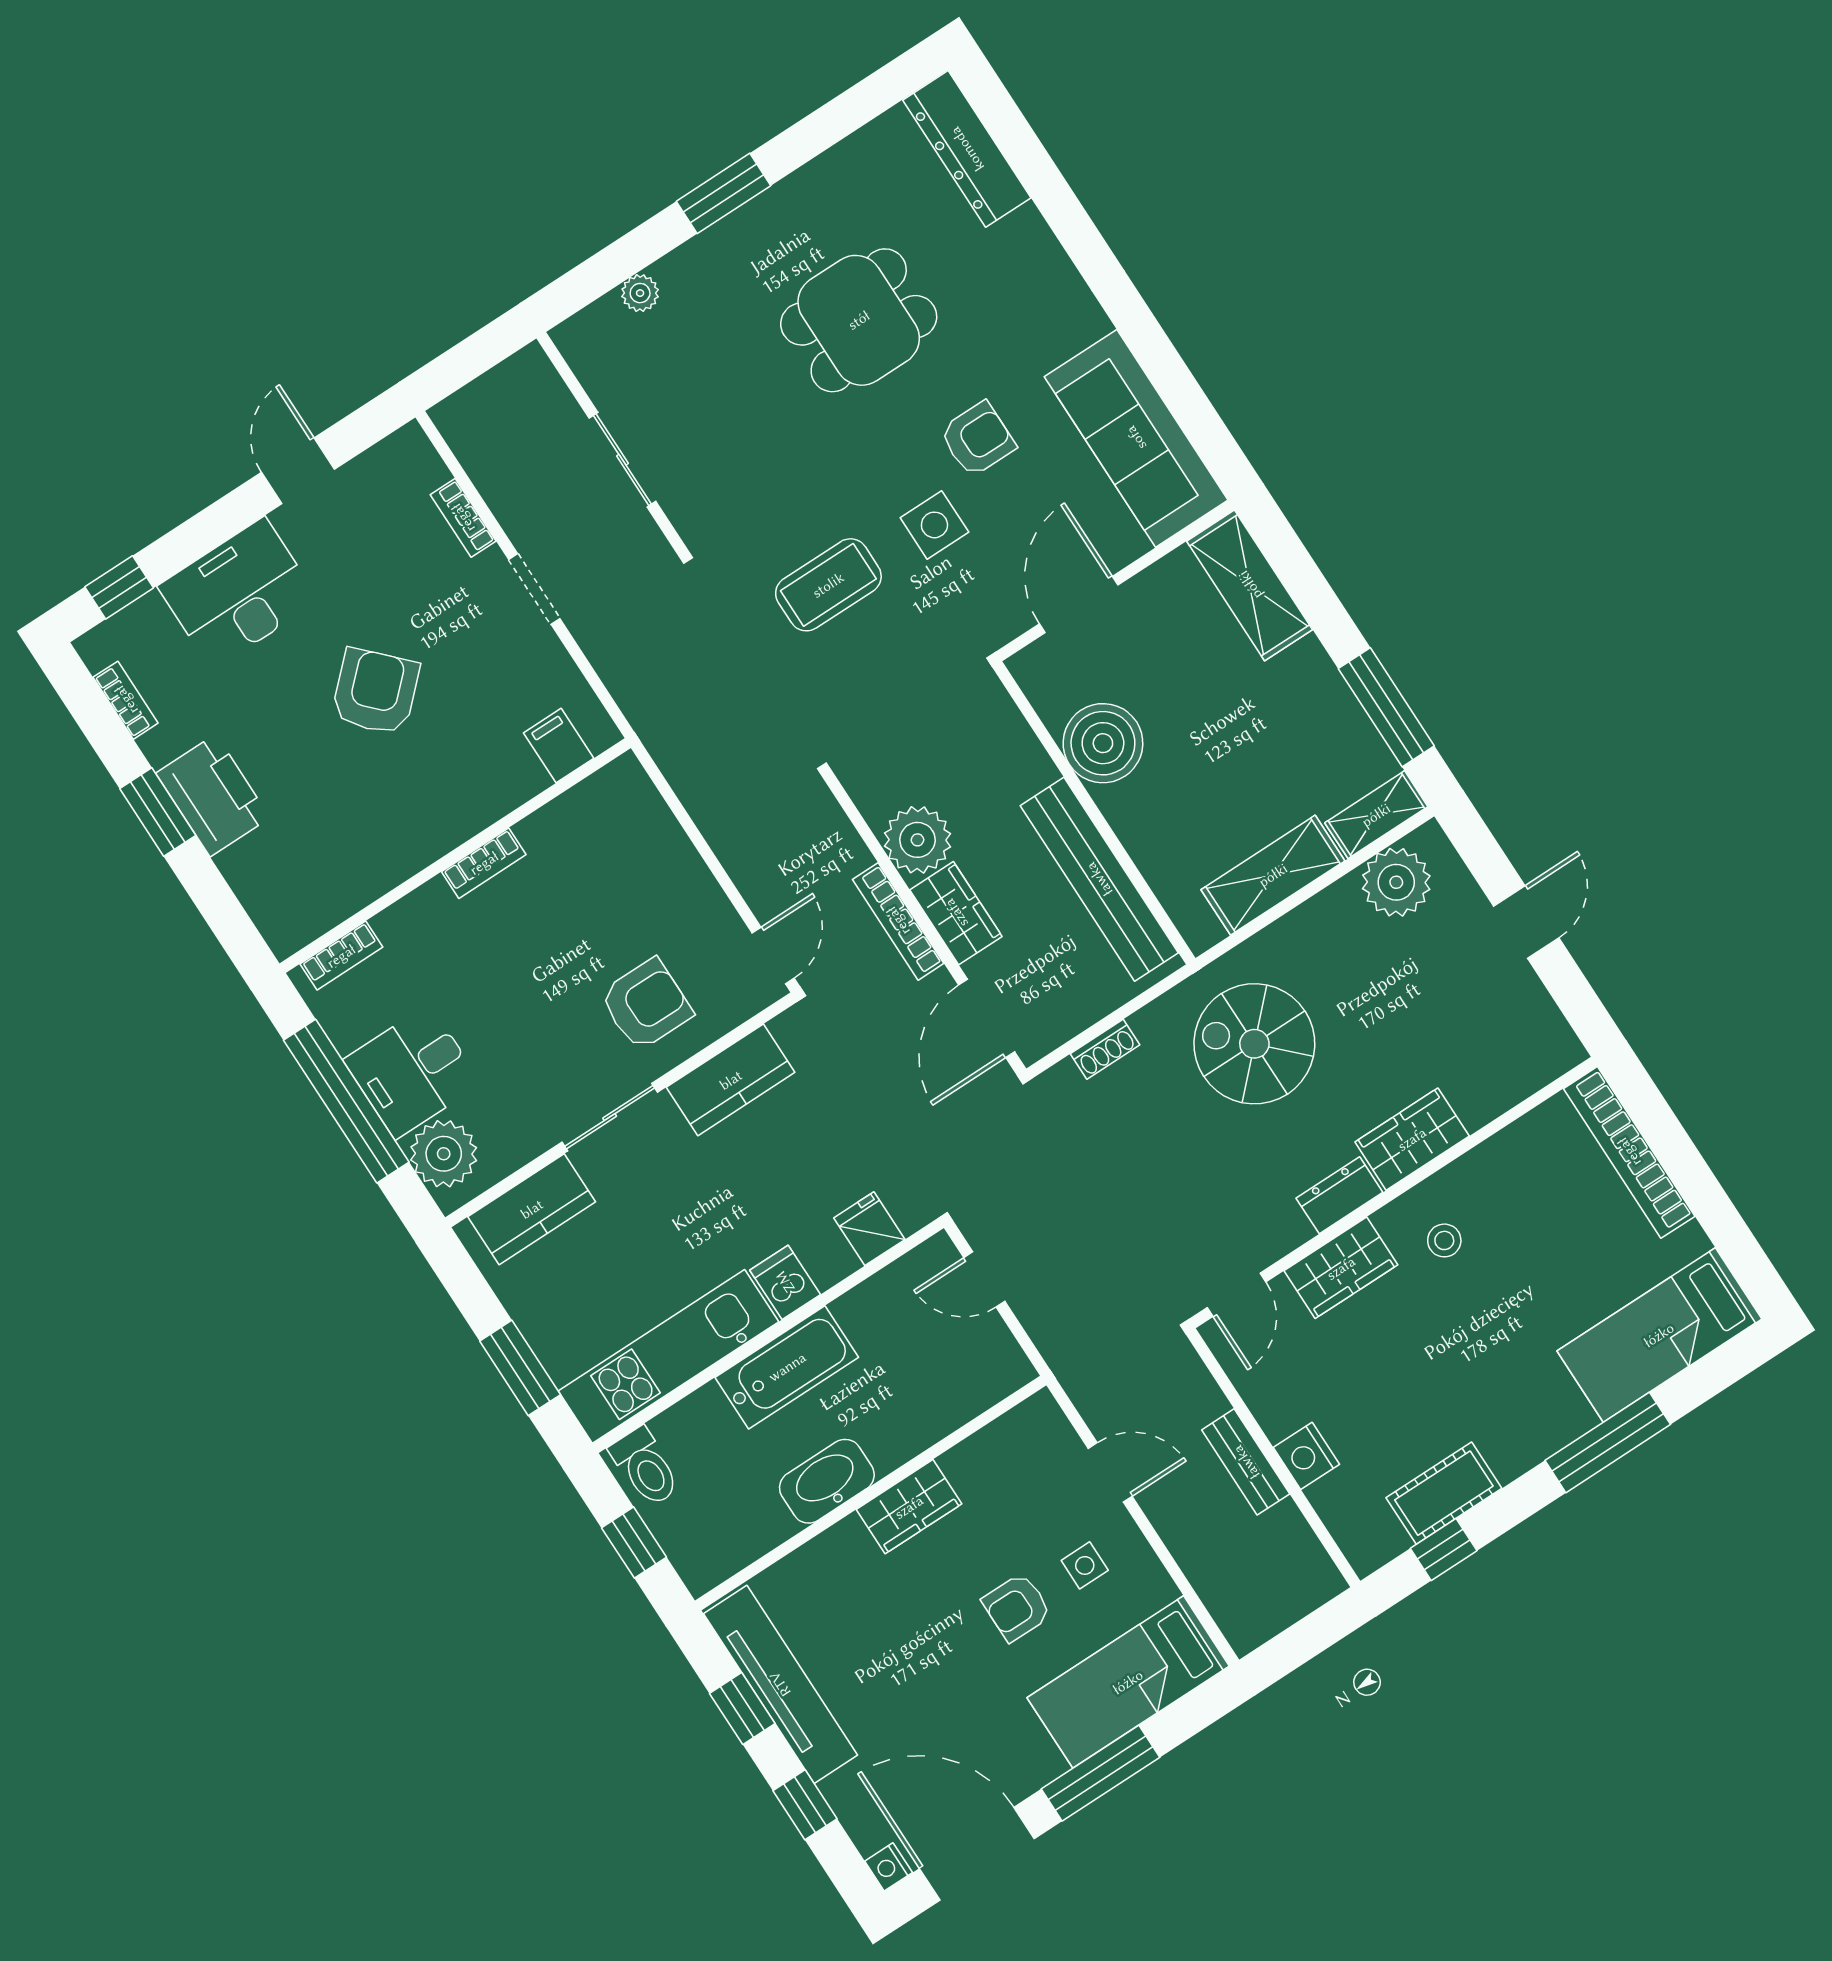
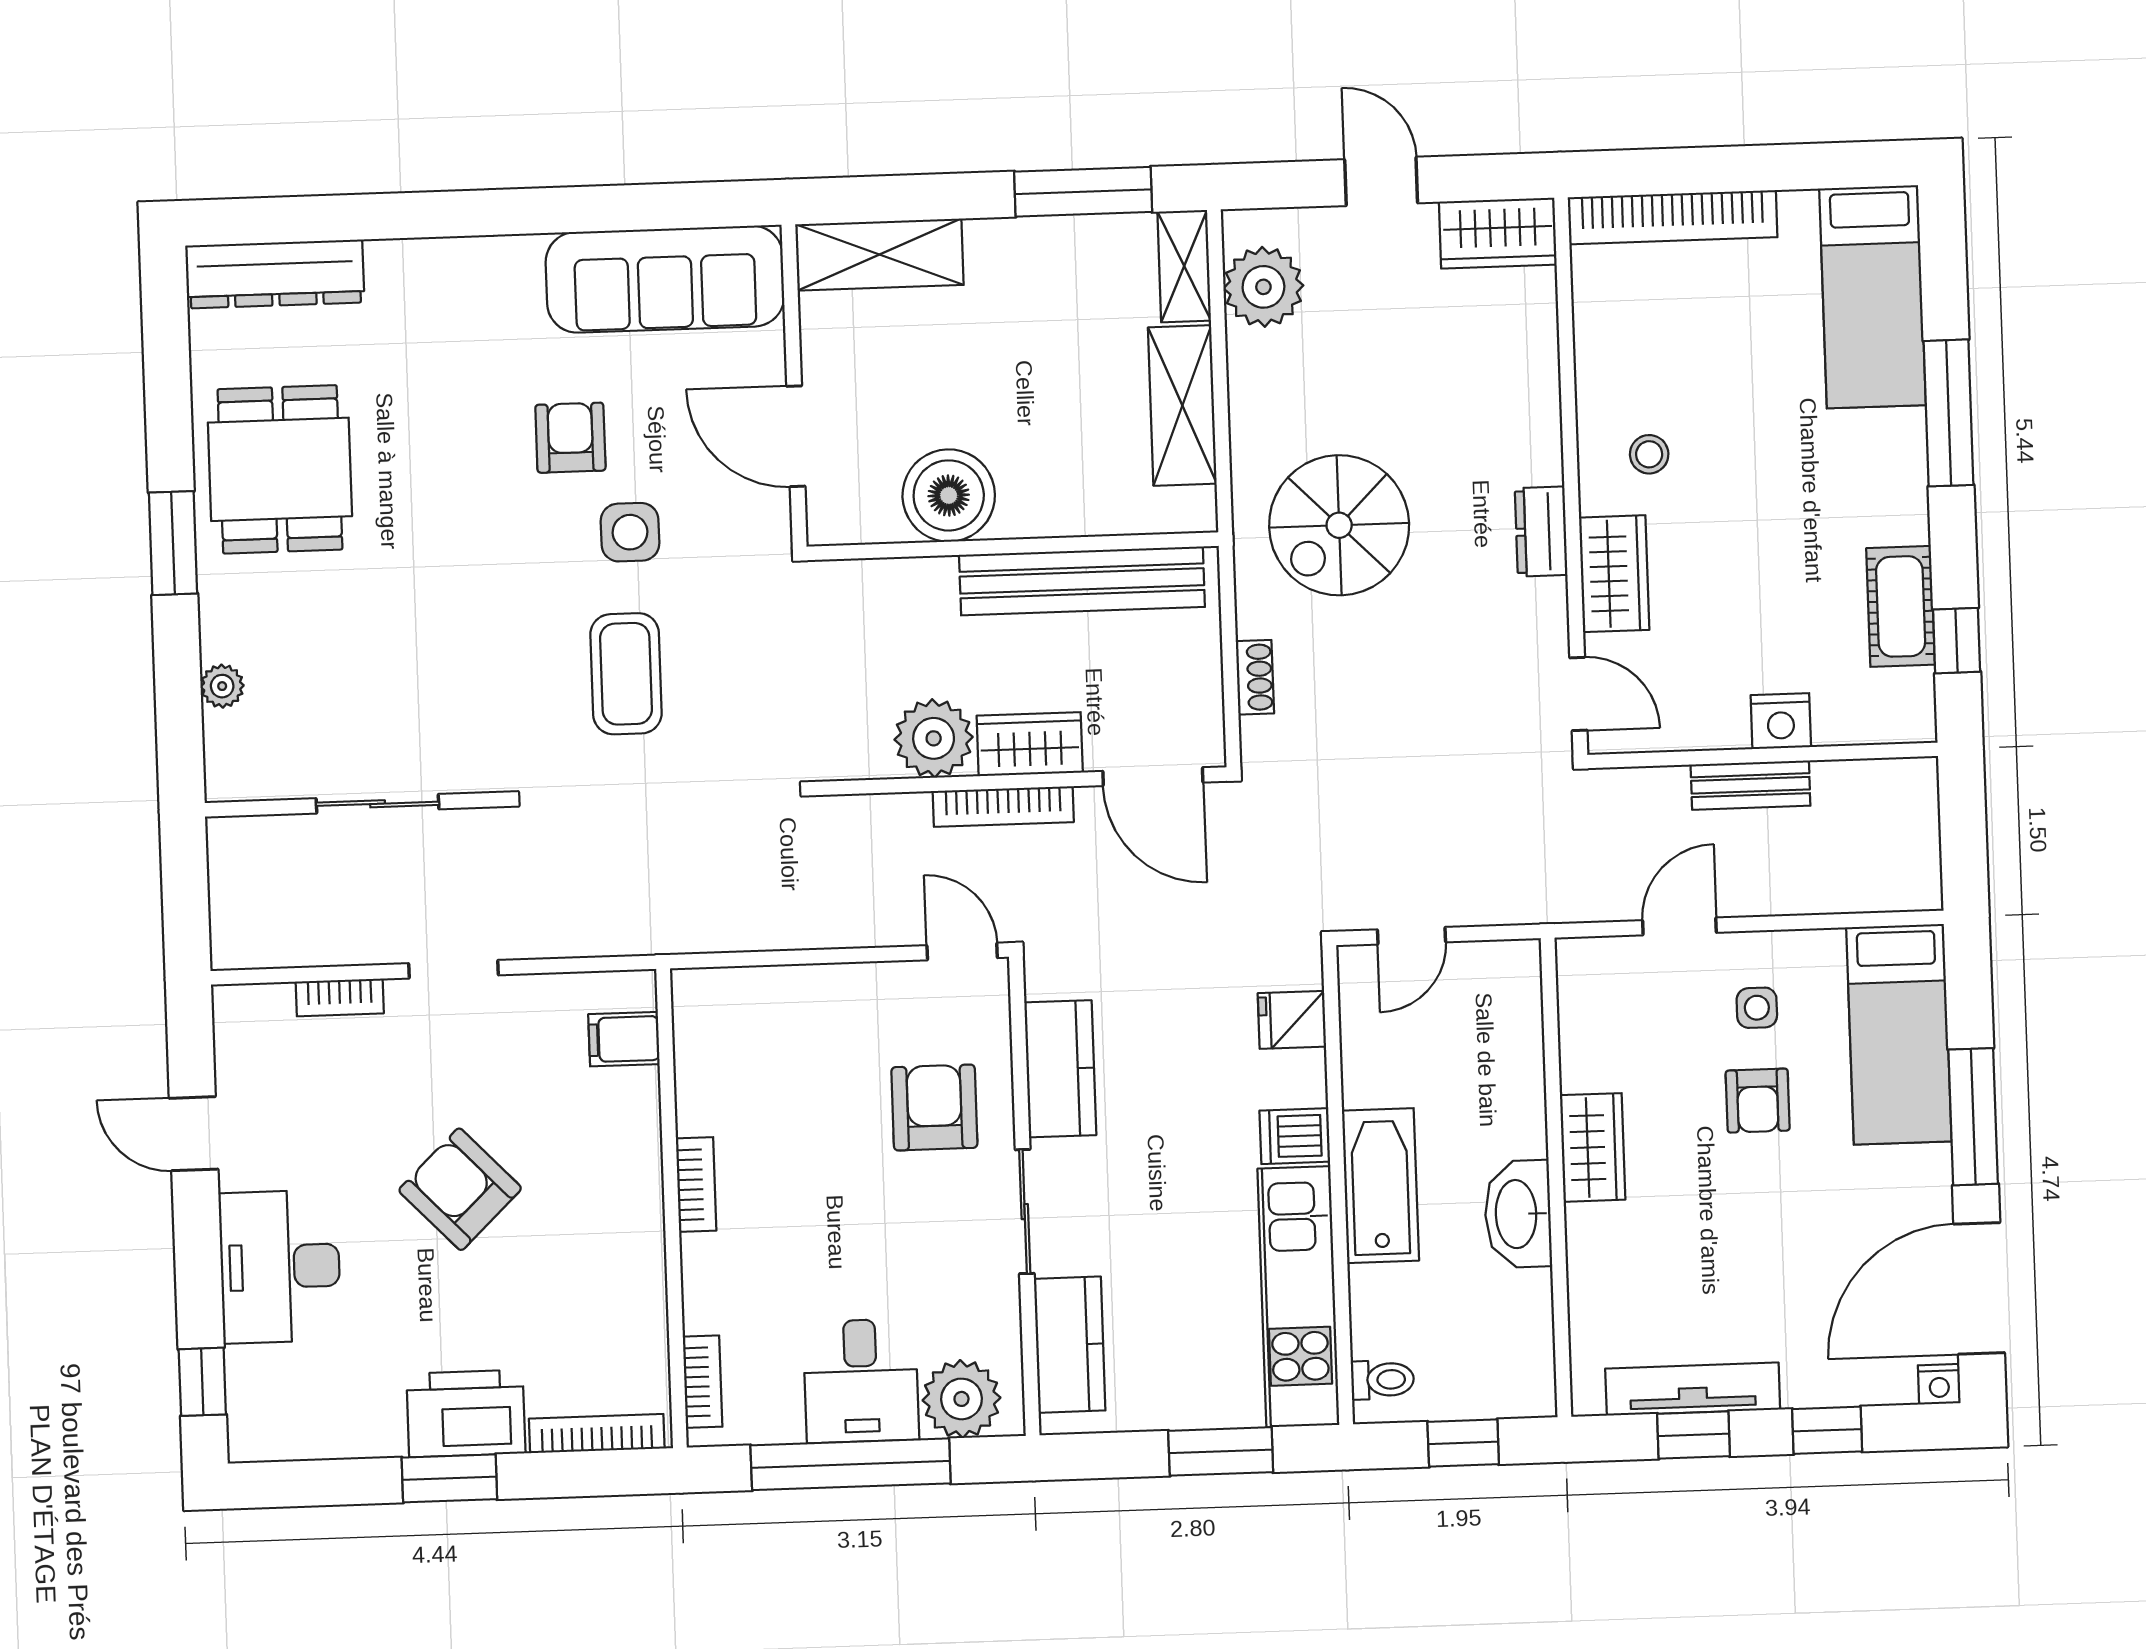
dining table: (859, 320) -> (280, 469), moved
bookcase: (126, 700) -> (597, 1434), moved, width x1.56
wardrobe: (1412, 1139) -> (1498, 233), moved, turned -90
toilet: (645, 1467) -> (1382, 1380), width x0.73, depth x0.72
tv unit: (780, 1684) -> (1693, 1389), width x0.73, depth x0.78

